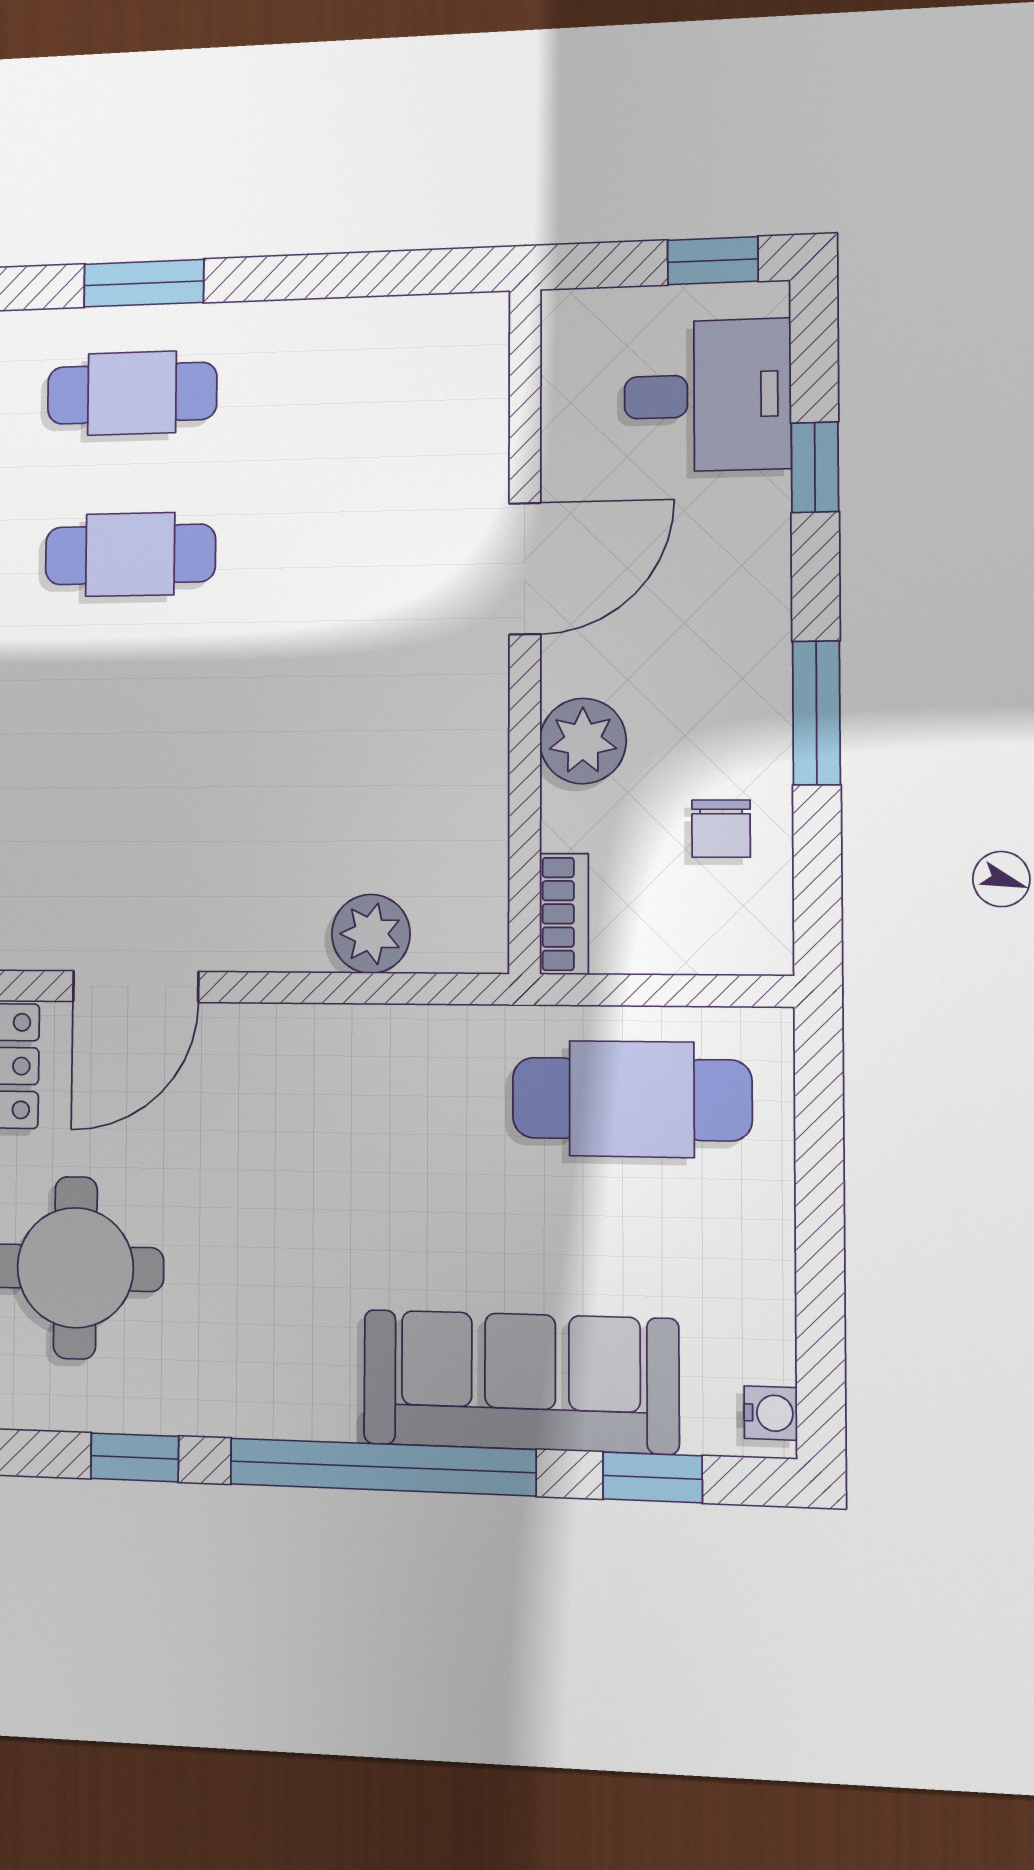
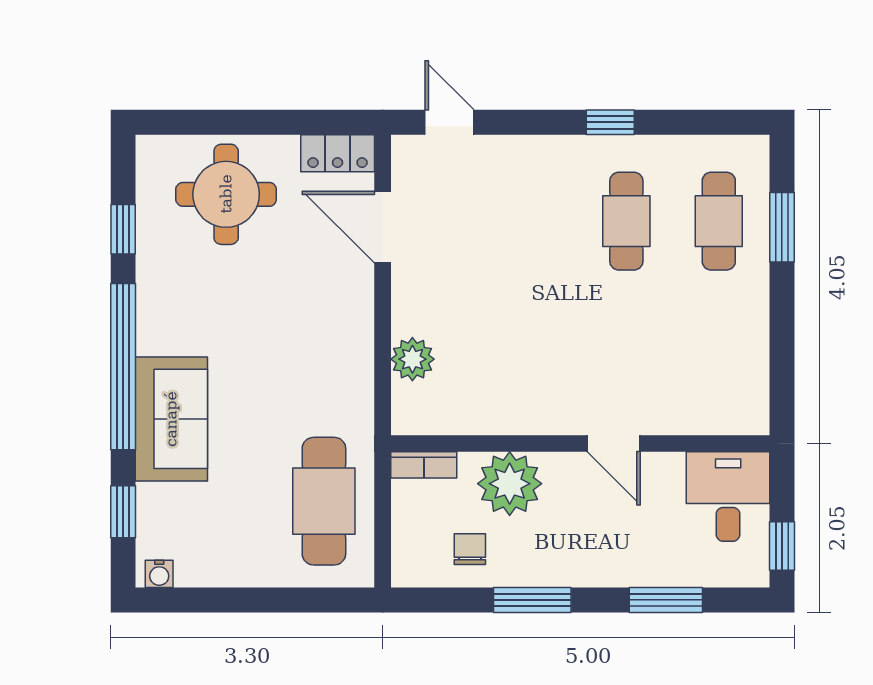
desk: (707, 396) -> (728, 497), moved, turned 180
window: (815, 467) -> (666, 600), width x1.50
door: (525, 569) -> (614, 444), width x0.73
plant: (583, 741) -> (510, 484), width x1.36, depth x1.36
chair: (721, 829) -> (470, 549), turned 90
sofa: (520, 1381) -> (171, 419), width x0.73

